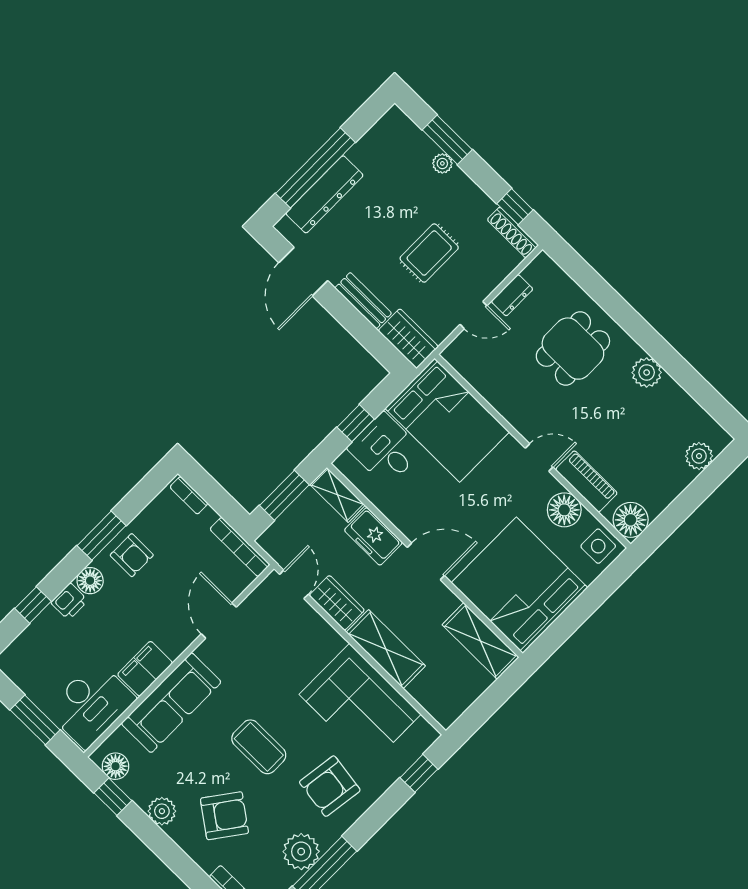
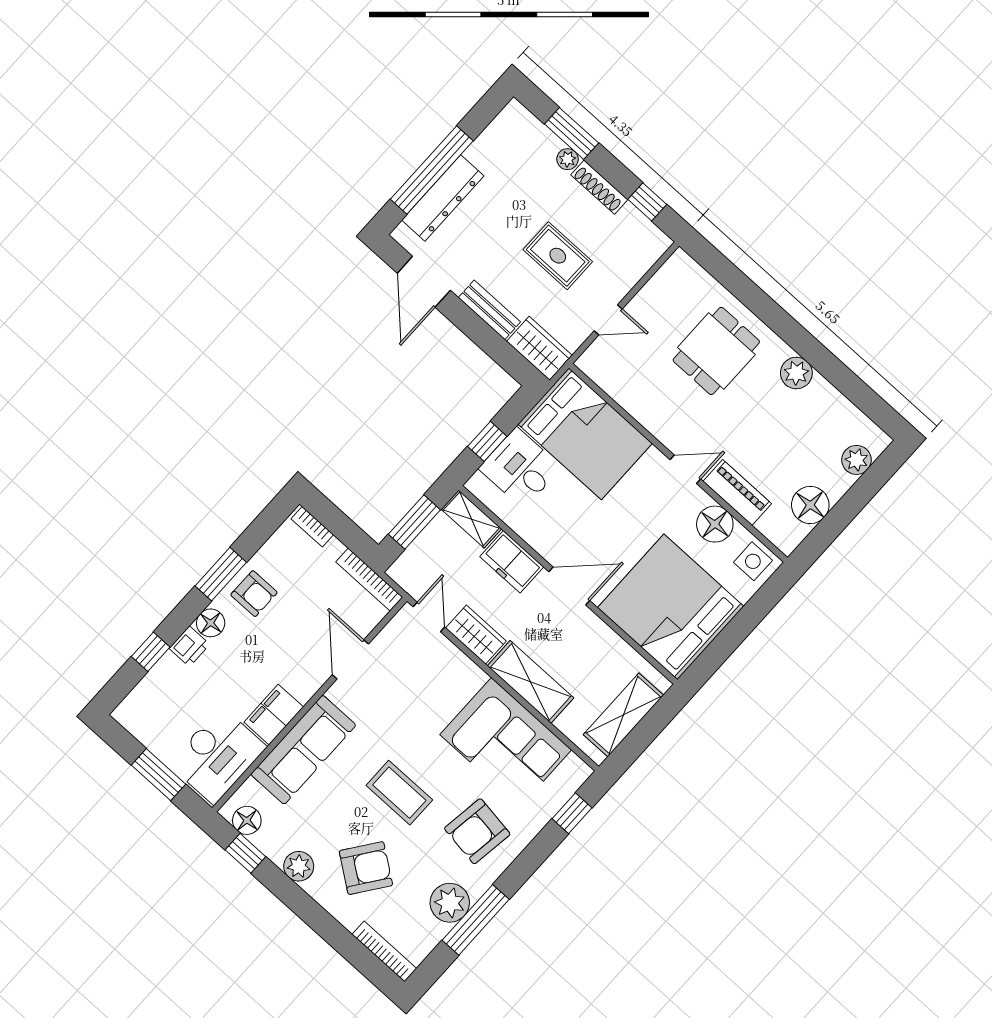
shoe rack: (513, 232) -> (599, 187), moved
rug: (429, 253) -> (558, 256), turned 90
dresser: (512, 295) -> (649, 297), removed
floor lamp: (631, 520) -> (810, 505), moved
shelving: (481, 641) -> (623, 715), moved, turned 90

